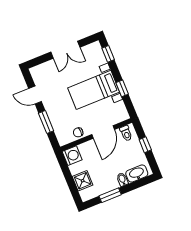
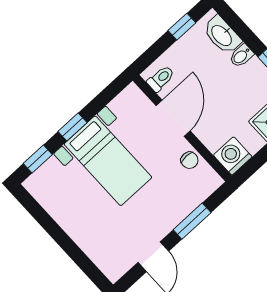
double door: (65, 50) -> (58, 234), removed
window: (122, 88) -> (73, 127), moved
door: (103, 132) -> (173, 118), hinge flipped
window: (145, 145) -> (182, 27), moved

